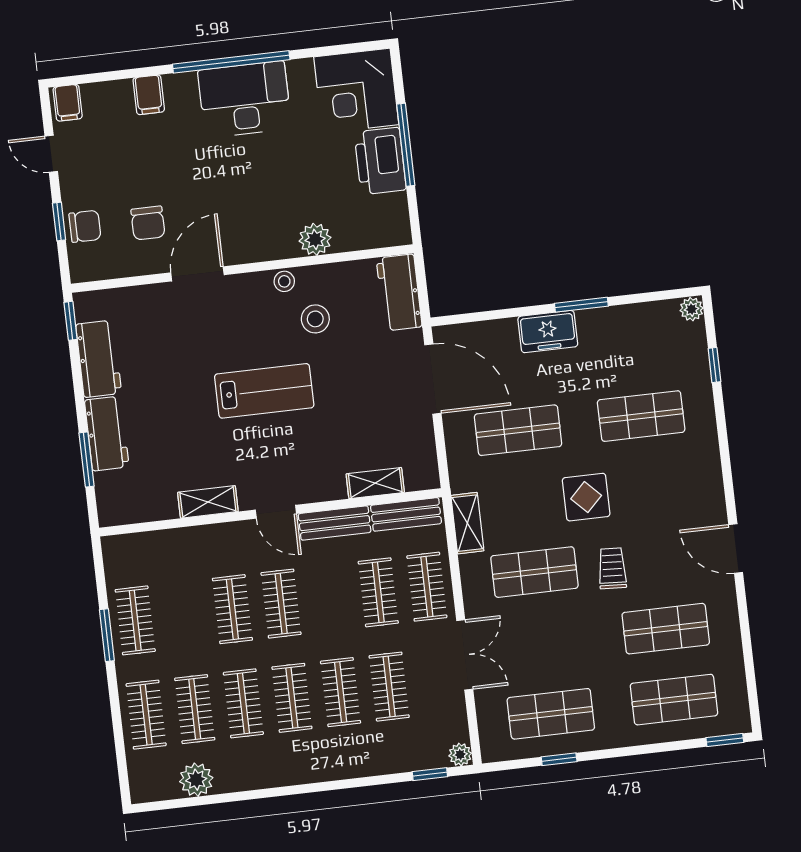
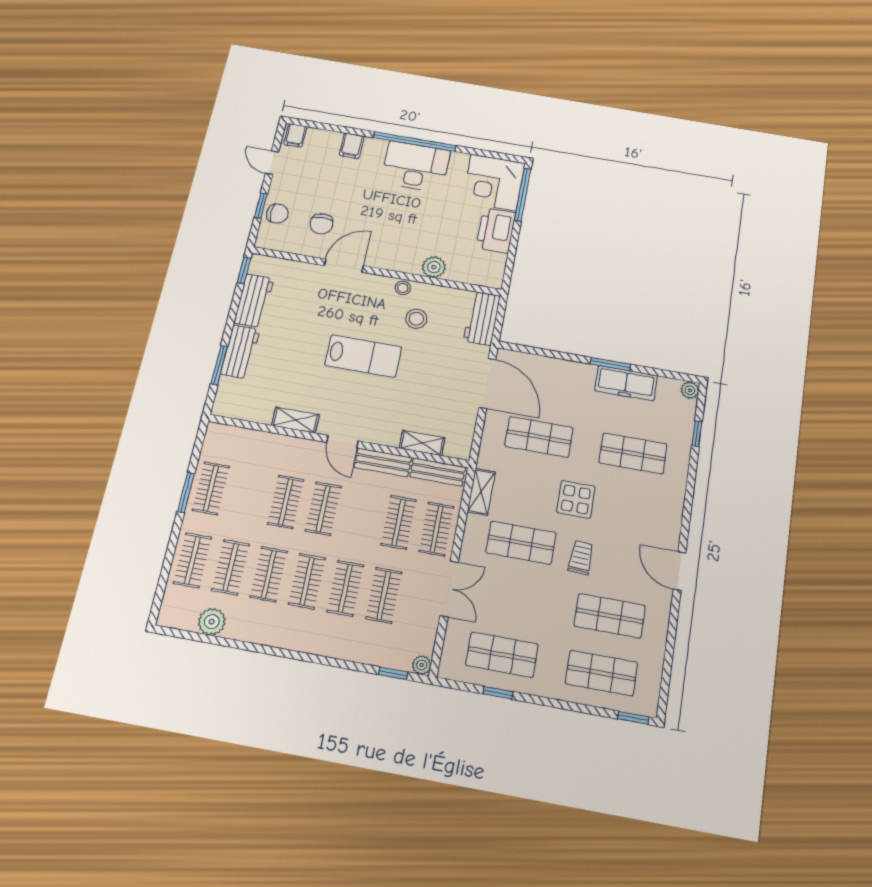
window: (406, 145) -> (523, 195), moved
freezer: (548, 332) -> (626, 383), moved, width x1.40

